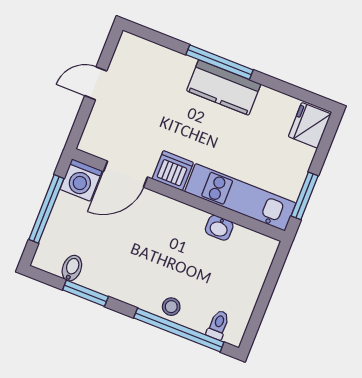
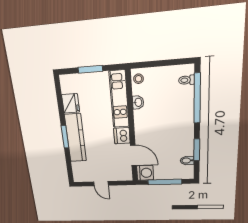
window: (220, 62) -> (65, 137), width x0.69
kitchen counter: (224, 87) -> (76, 138), width x1.50
fridge: (310, 125) -> (71, 103), moved, turned -90
window: (305, 196) -> (90, 69), moved
stool: (171, 307) -> (138, 79), moved

